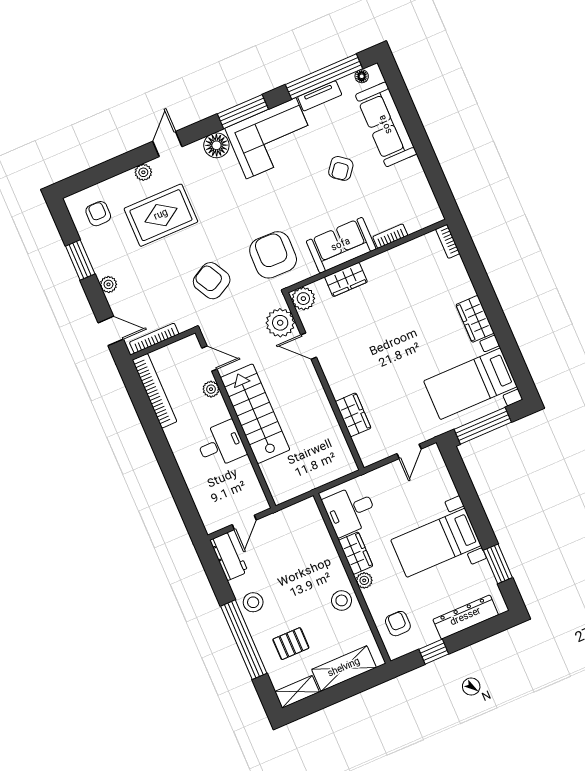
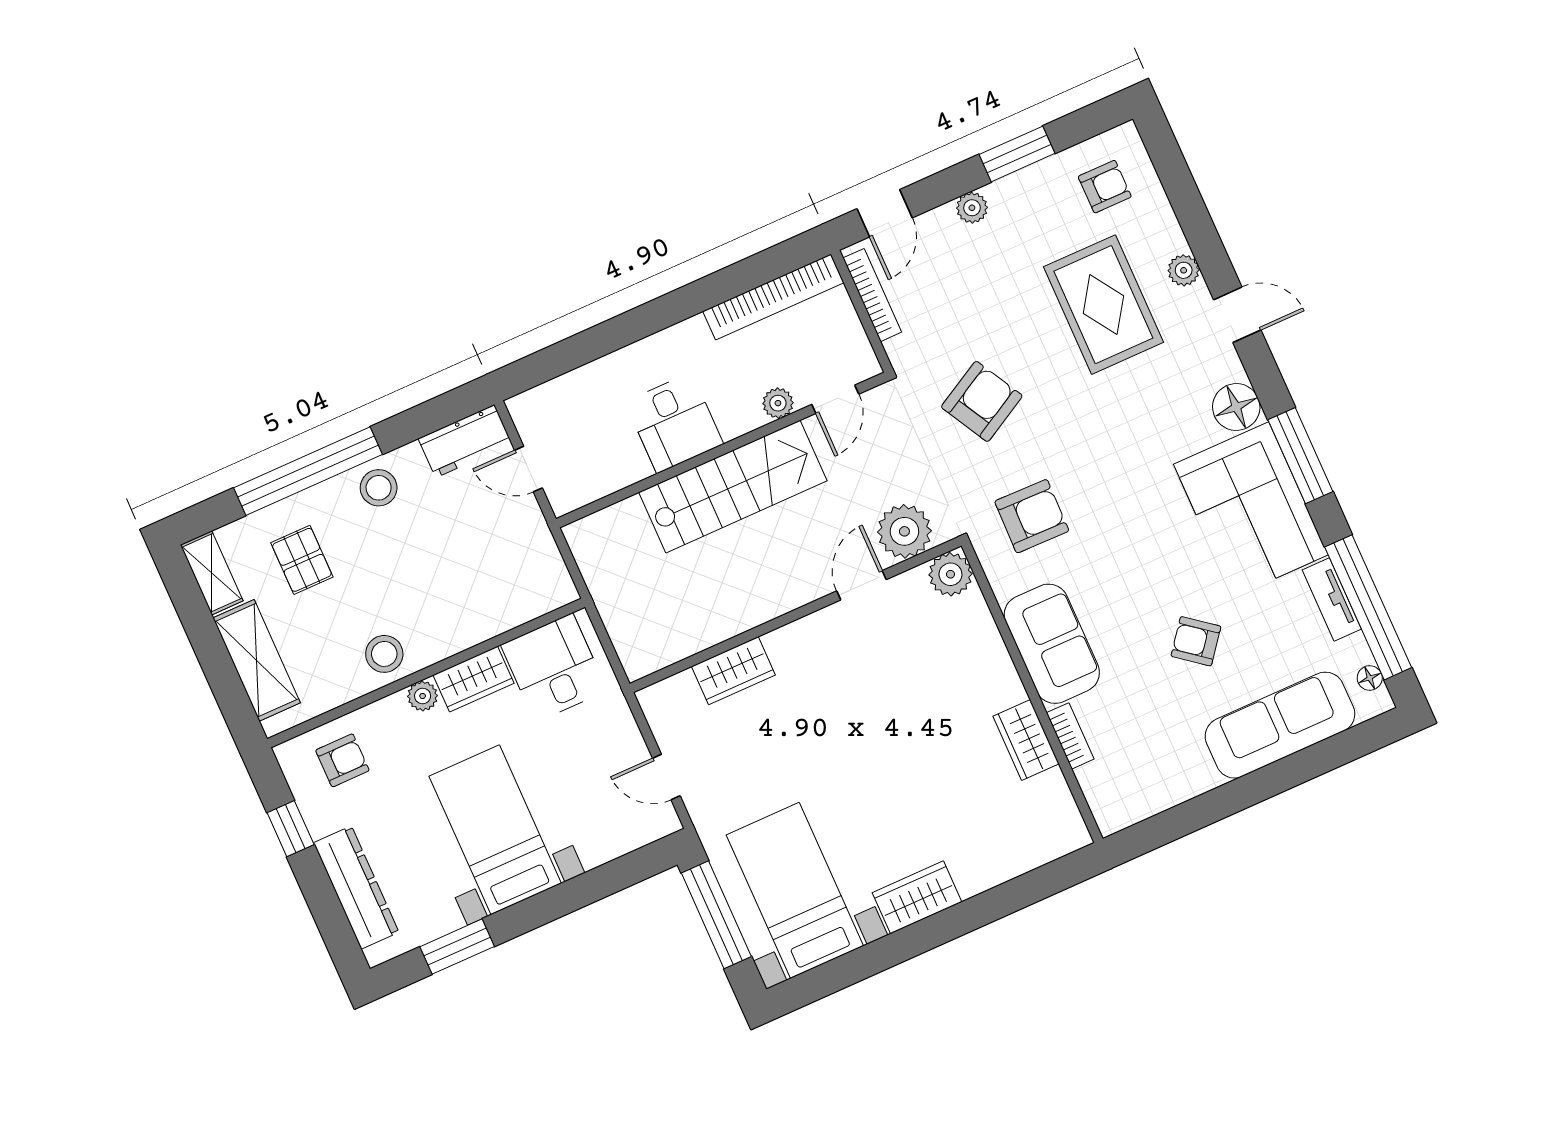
bookcase: (448, 241) -> (1062, 844), removed
armchair: (273, 255) -> (1032, 516), width x0.73, depth x0.73
wardrobe: (346, 279) -> (1026, 740), moved

